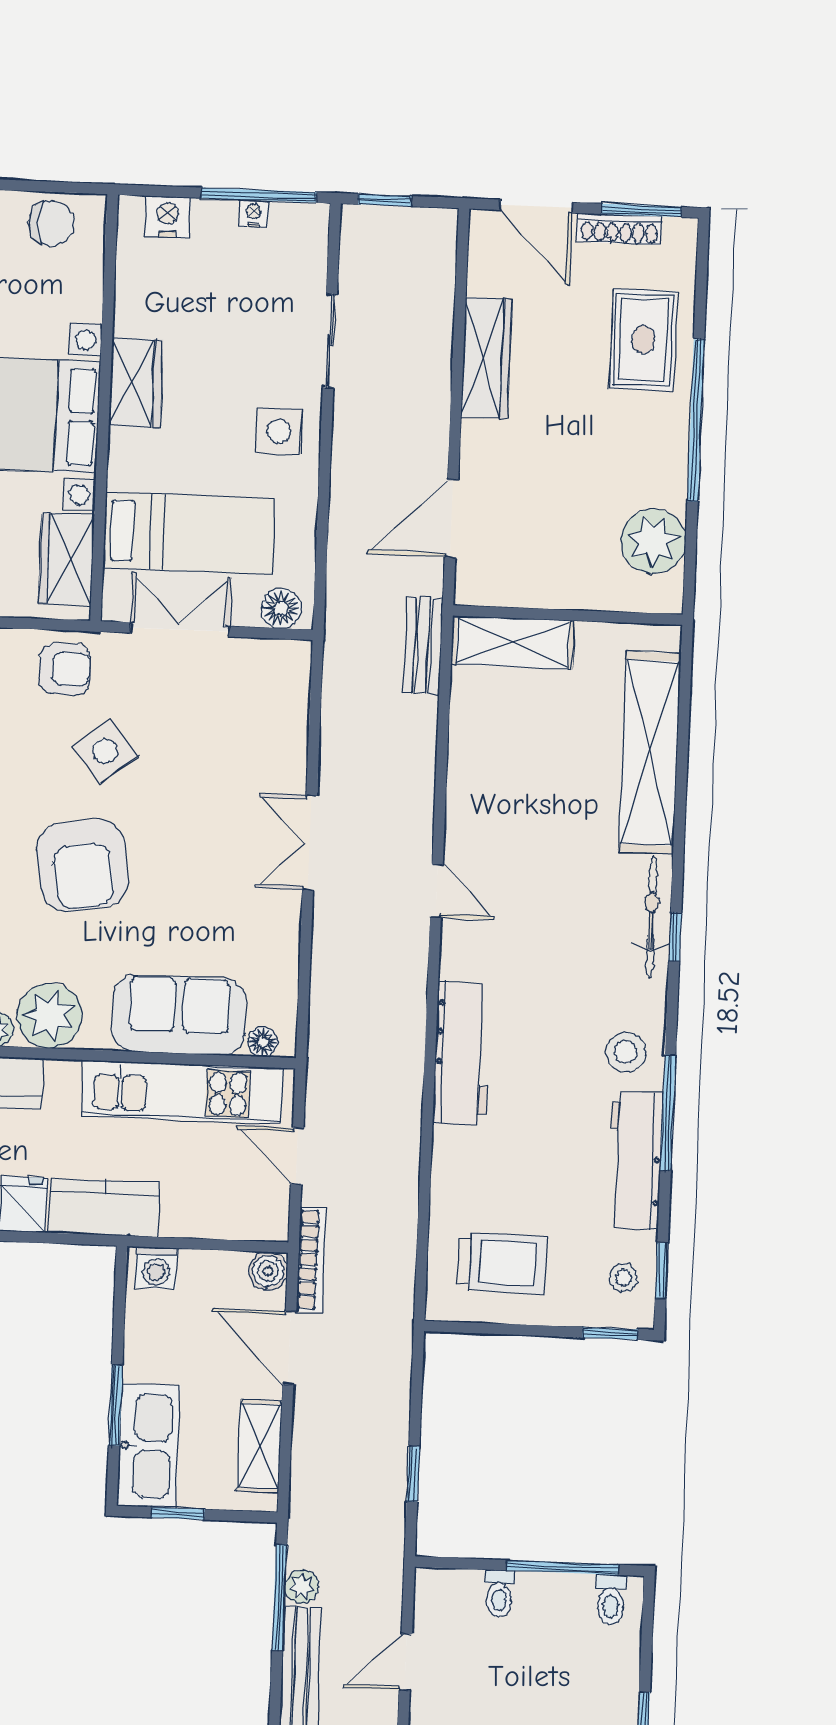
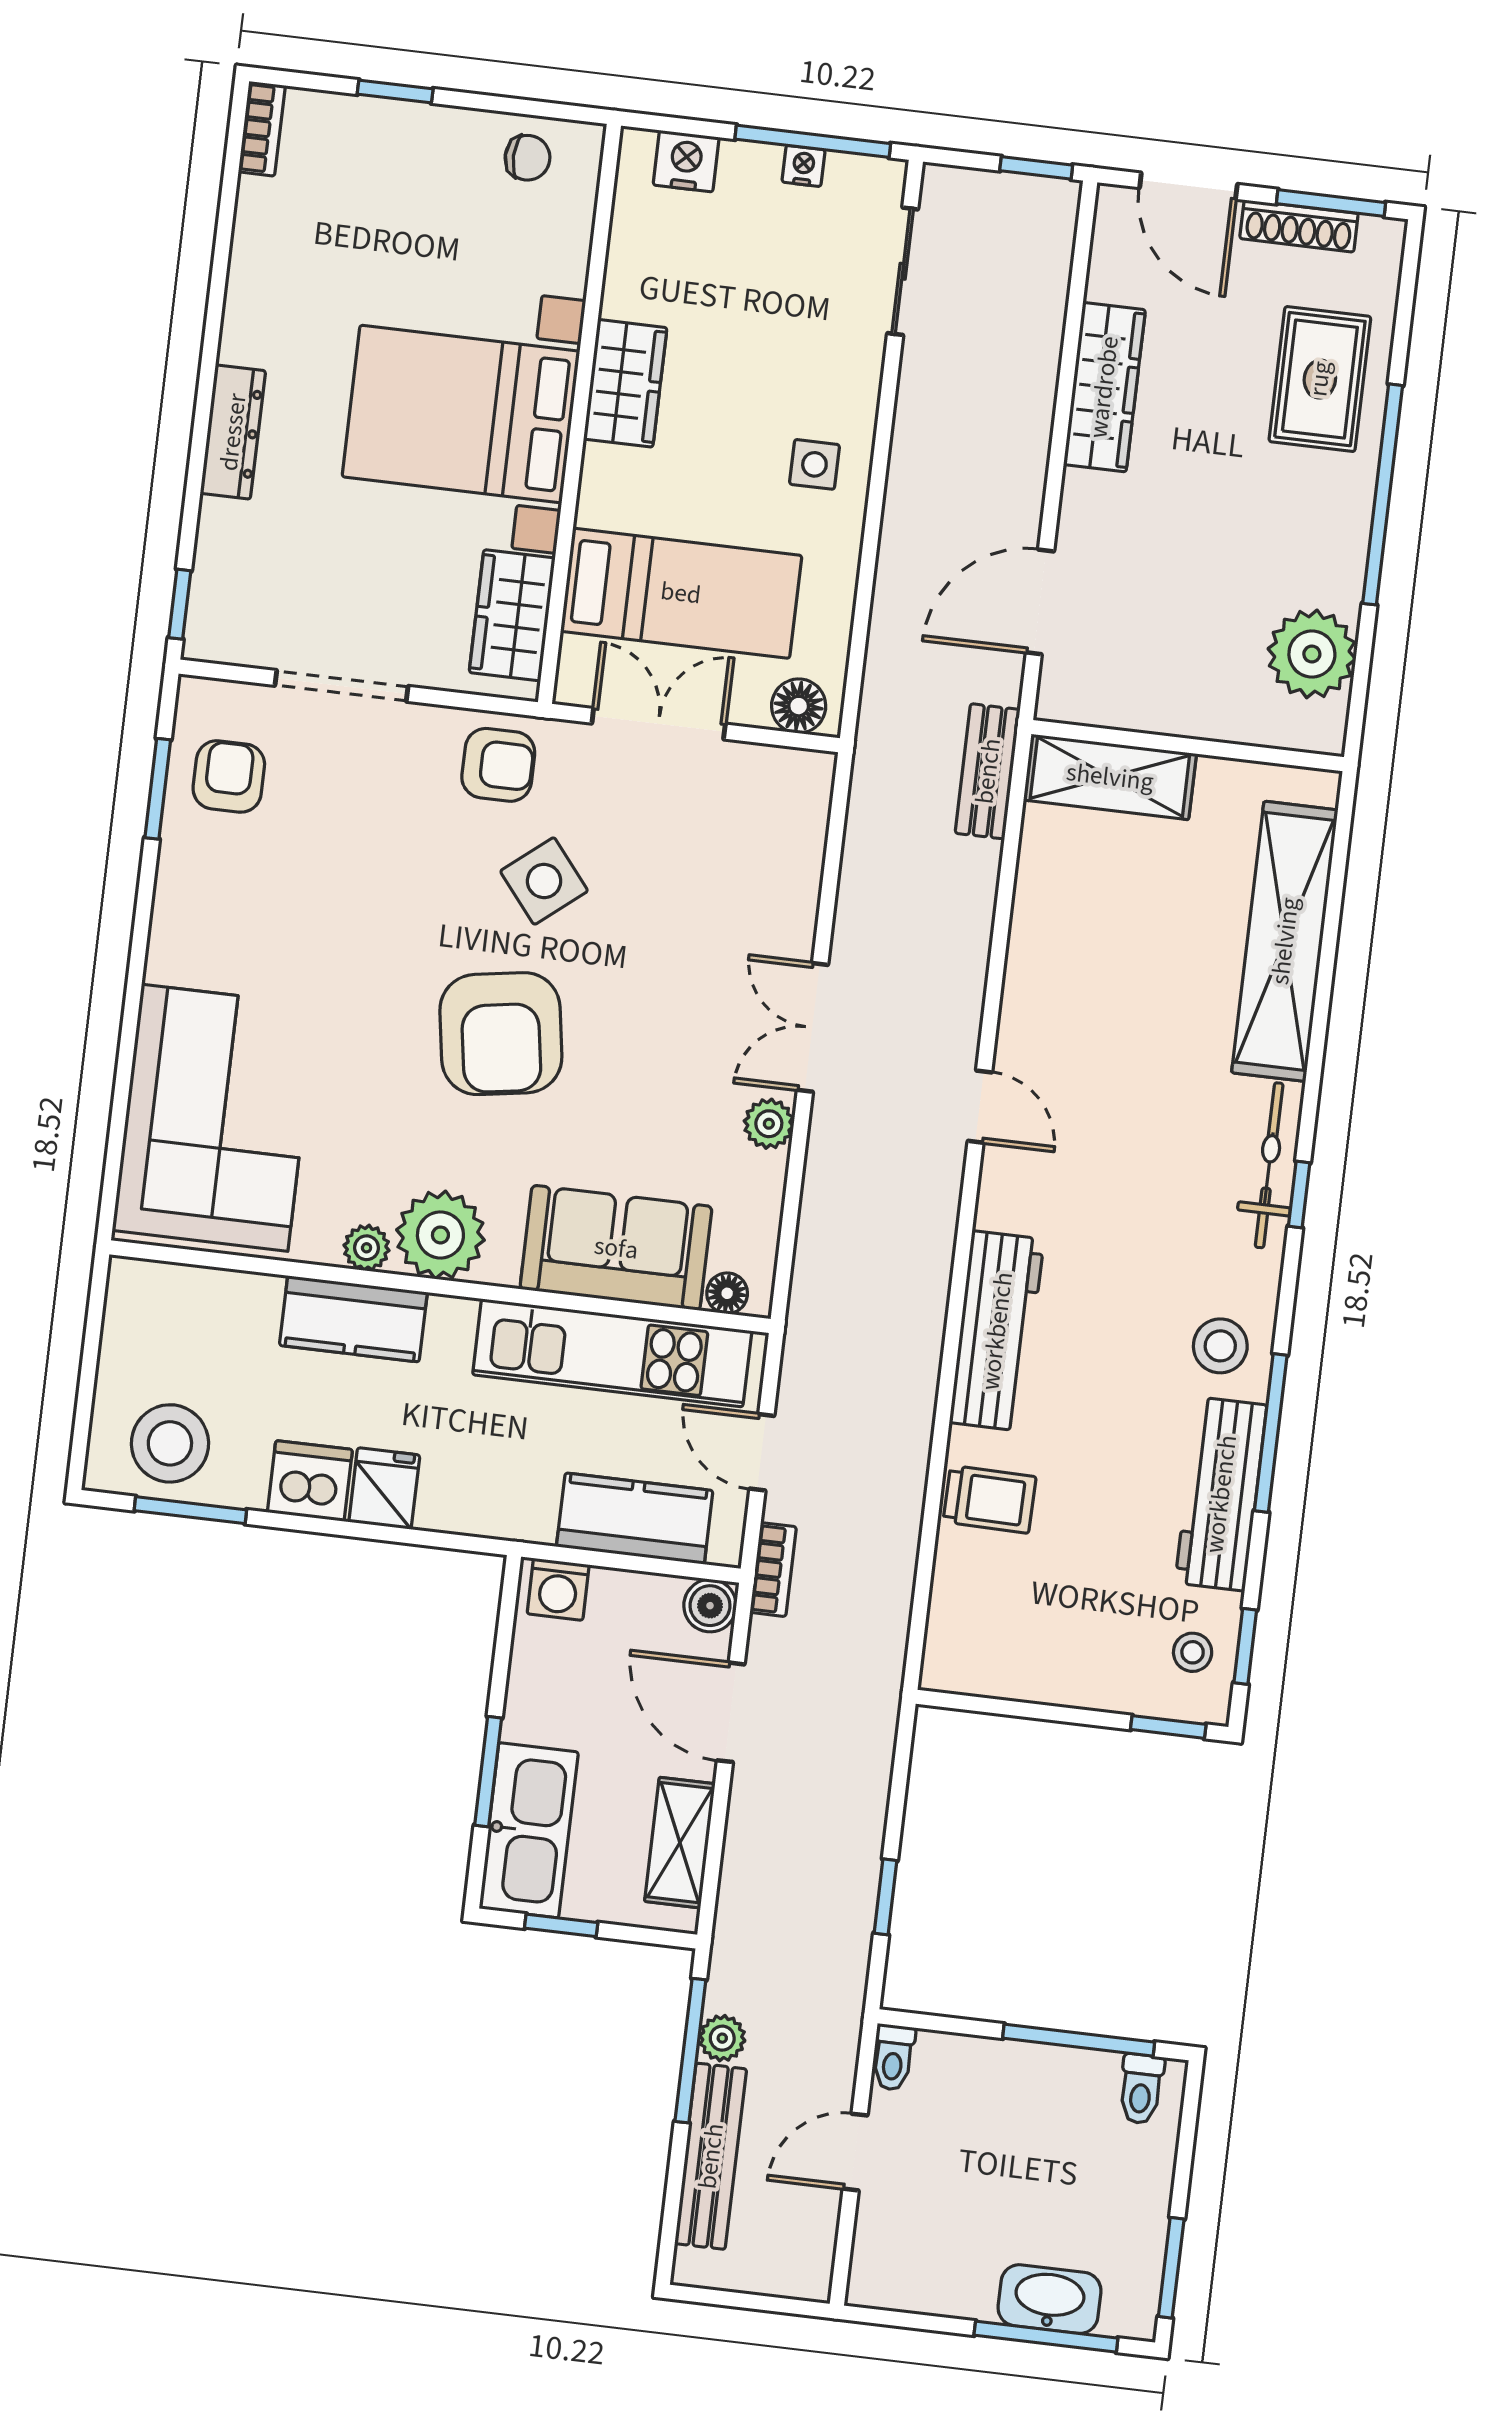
window: (385, 200) -> (1036, 168), moved
chair: (51, 223) -> (528, 158), width x0.73, depth x0.73
sliding door: (330, 341) -> (903, 271), moved
side table: (279, 431) -> (814, 464), width x0.73, depth x0.73
plant: (283, 916) -> (769, 1124), added
kitchen counter: (104, 1208) -> (635, 1519), moved
bookcase: (311, 1260) -> (773, 1570), width x0.64
trolley: (501, 1263) -> (990, 1499), moved, width x0.73, depth x0.72
toilet: (499, 1594) -> (893, 2057), moved

